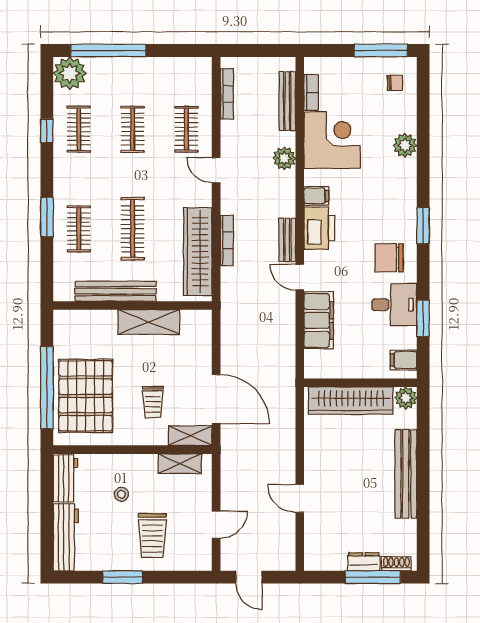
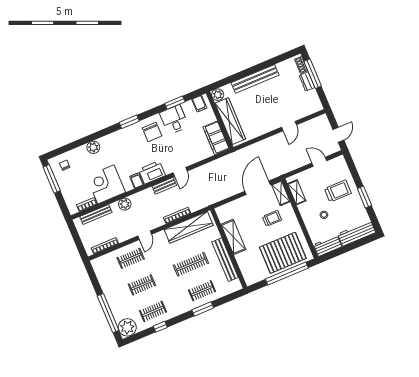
filing cabinet: (319, 320) -> (216, 138), moved, turned -90

